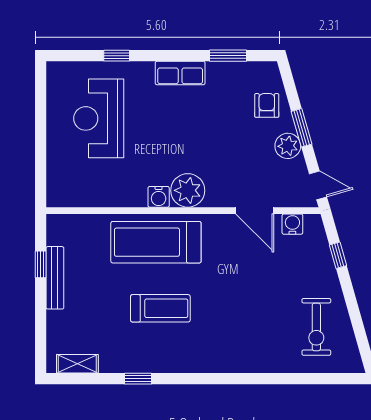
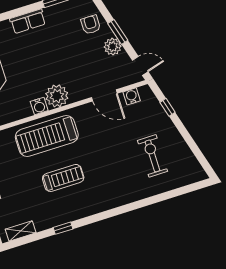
exercise bike: (316, 327) -> (152, 156), moved, turned 180

